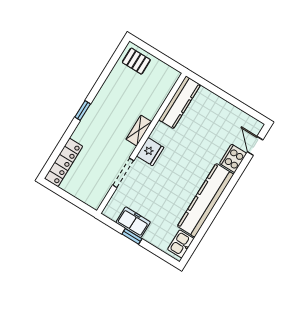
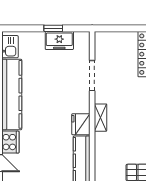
fridge: (150, 152) -> (81, 124), moved

